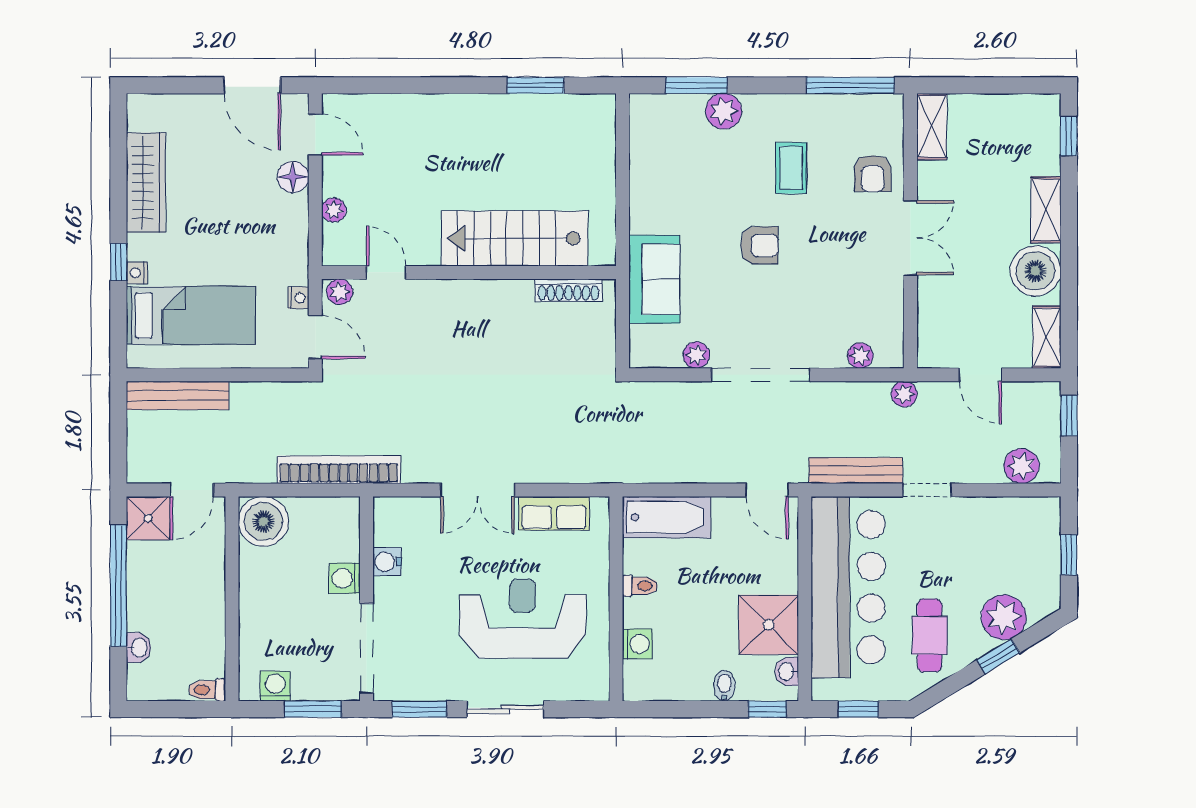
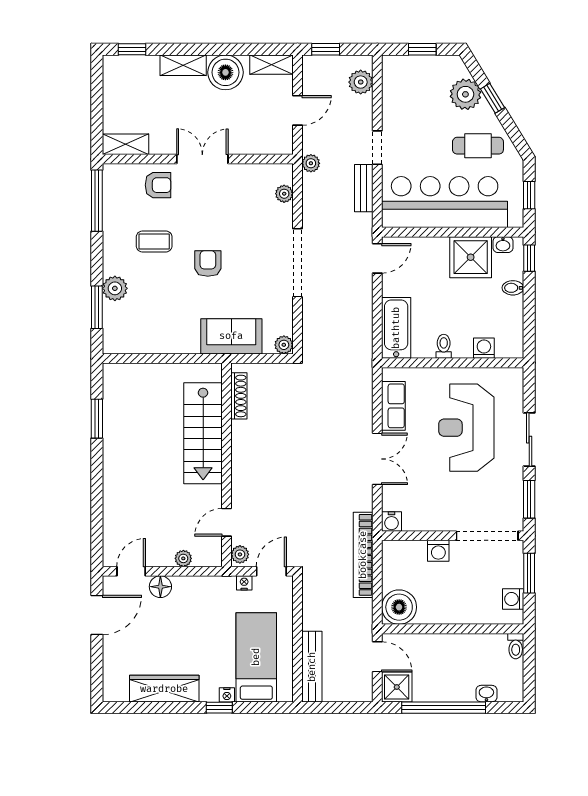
plant: (696, 355) -> (284, 345), moved
bench: (856, 470) -> (364, 188), width x0.73
water cooler: (387, 562) -> (392, 522), moved

